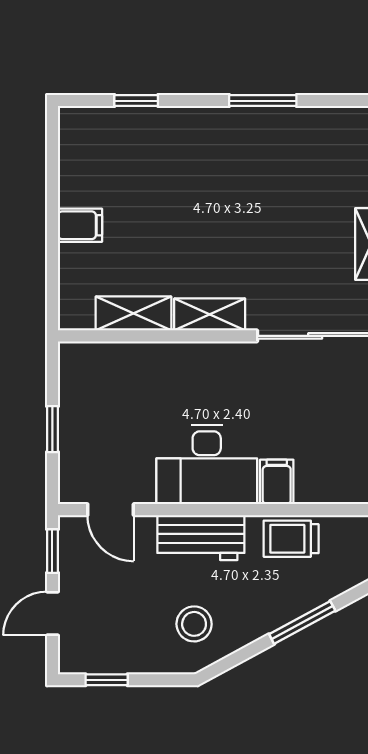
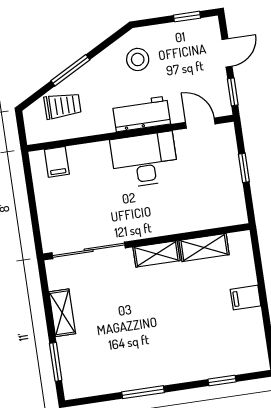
filing cabinet: (277, 482) -> (57, 162), moved
trolley: (291, 539) -> (62, 106), moved

